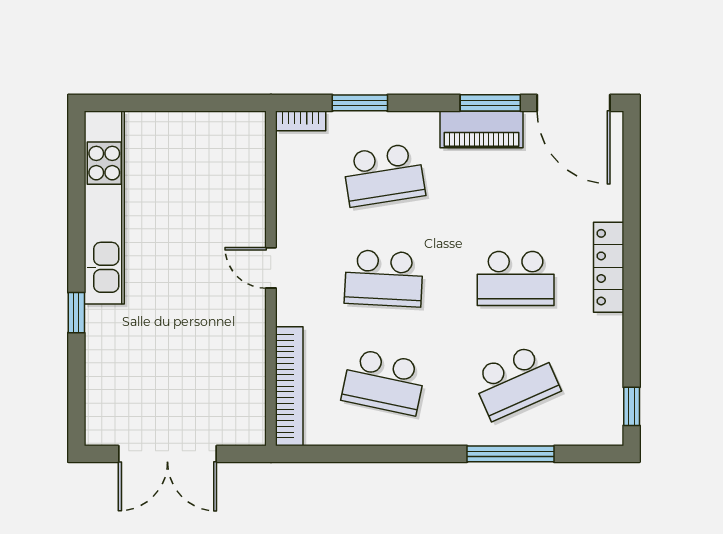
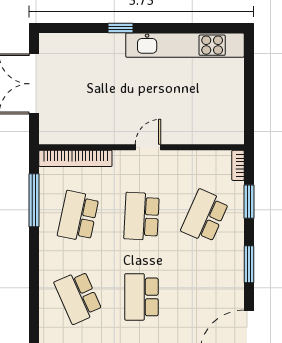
window: (490, 103) -> (249, 264), moved
piano: (481, 129) -> (233, 276), removed
school desk: (384, 175) -> (205, 216), turned 33
window: (511, 454) -> (34, 200), moved

